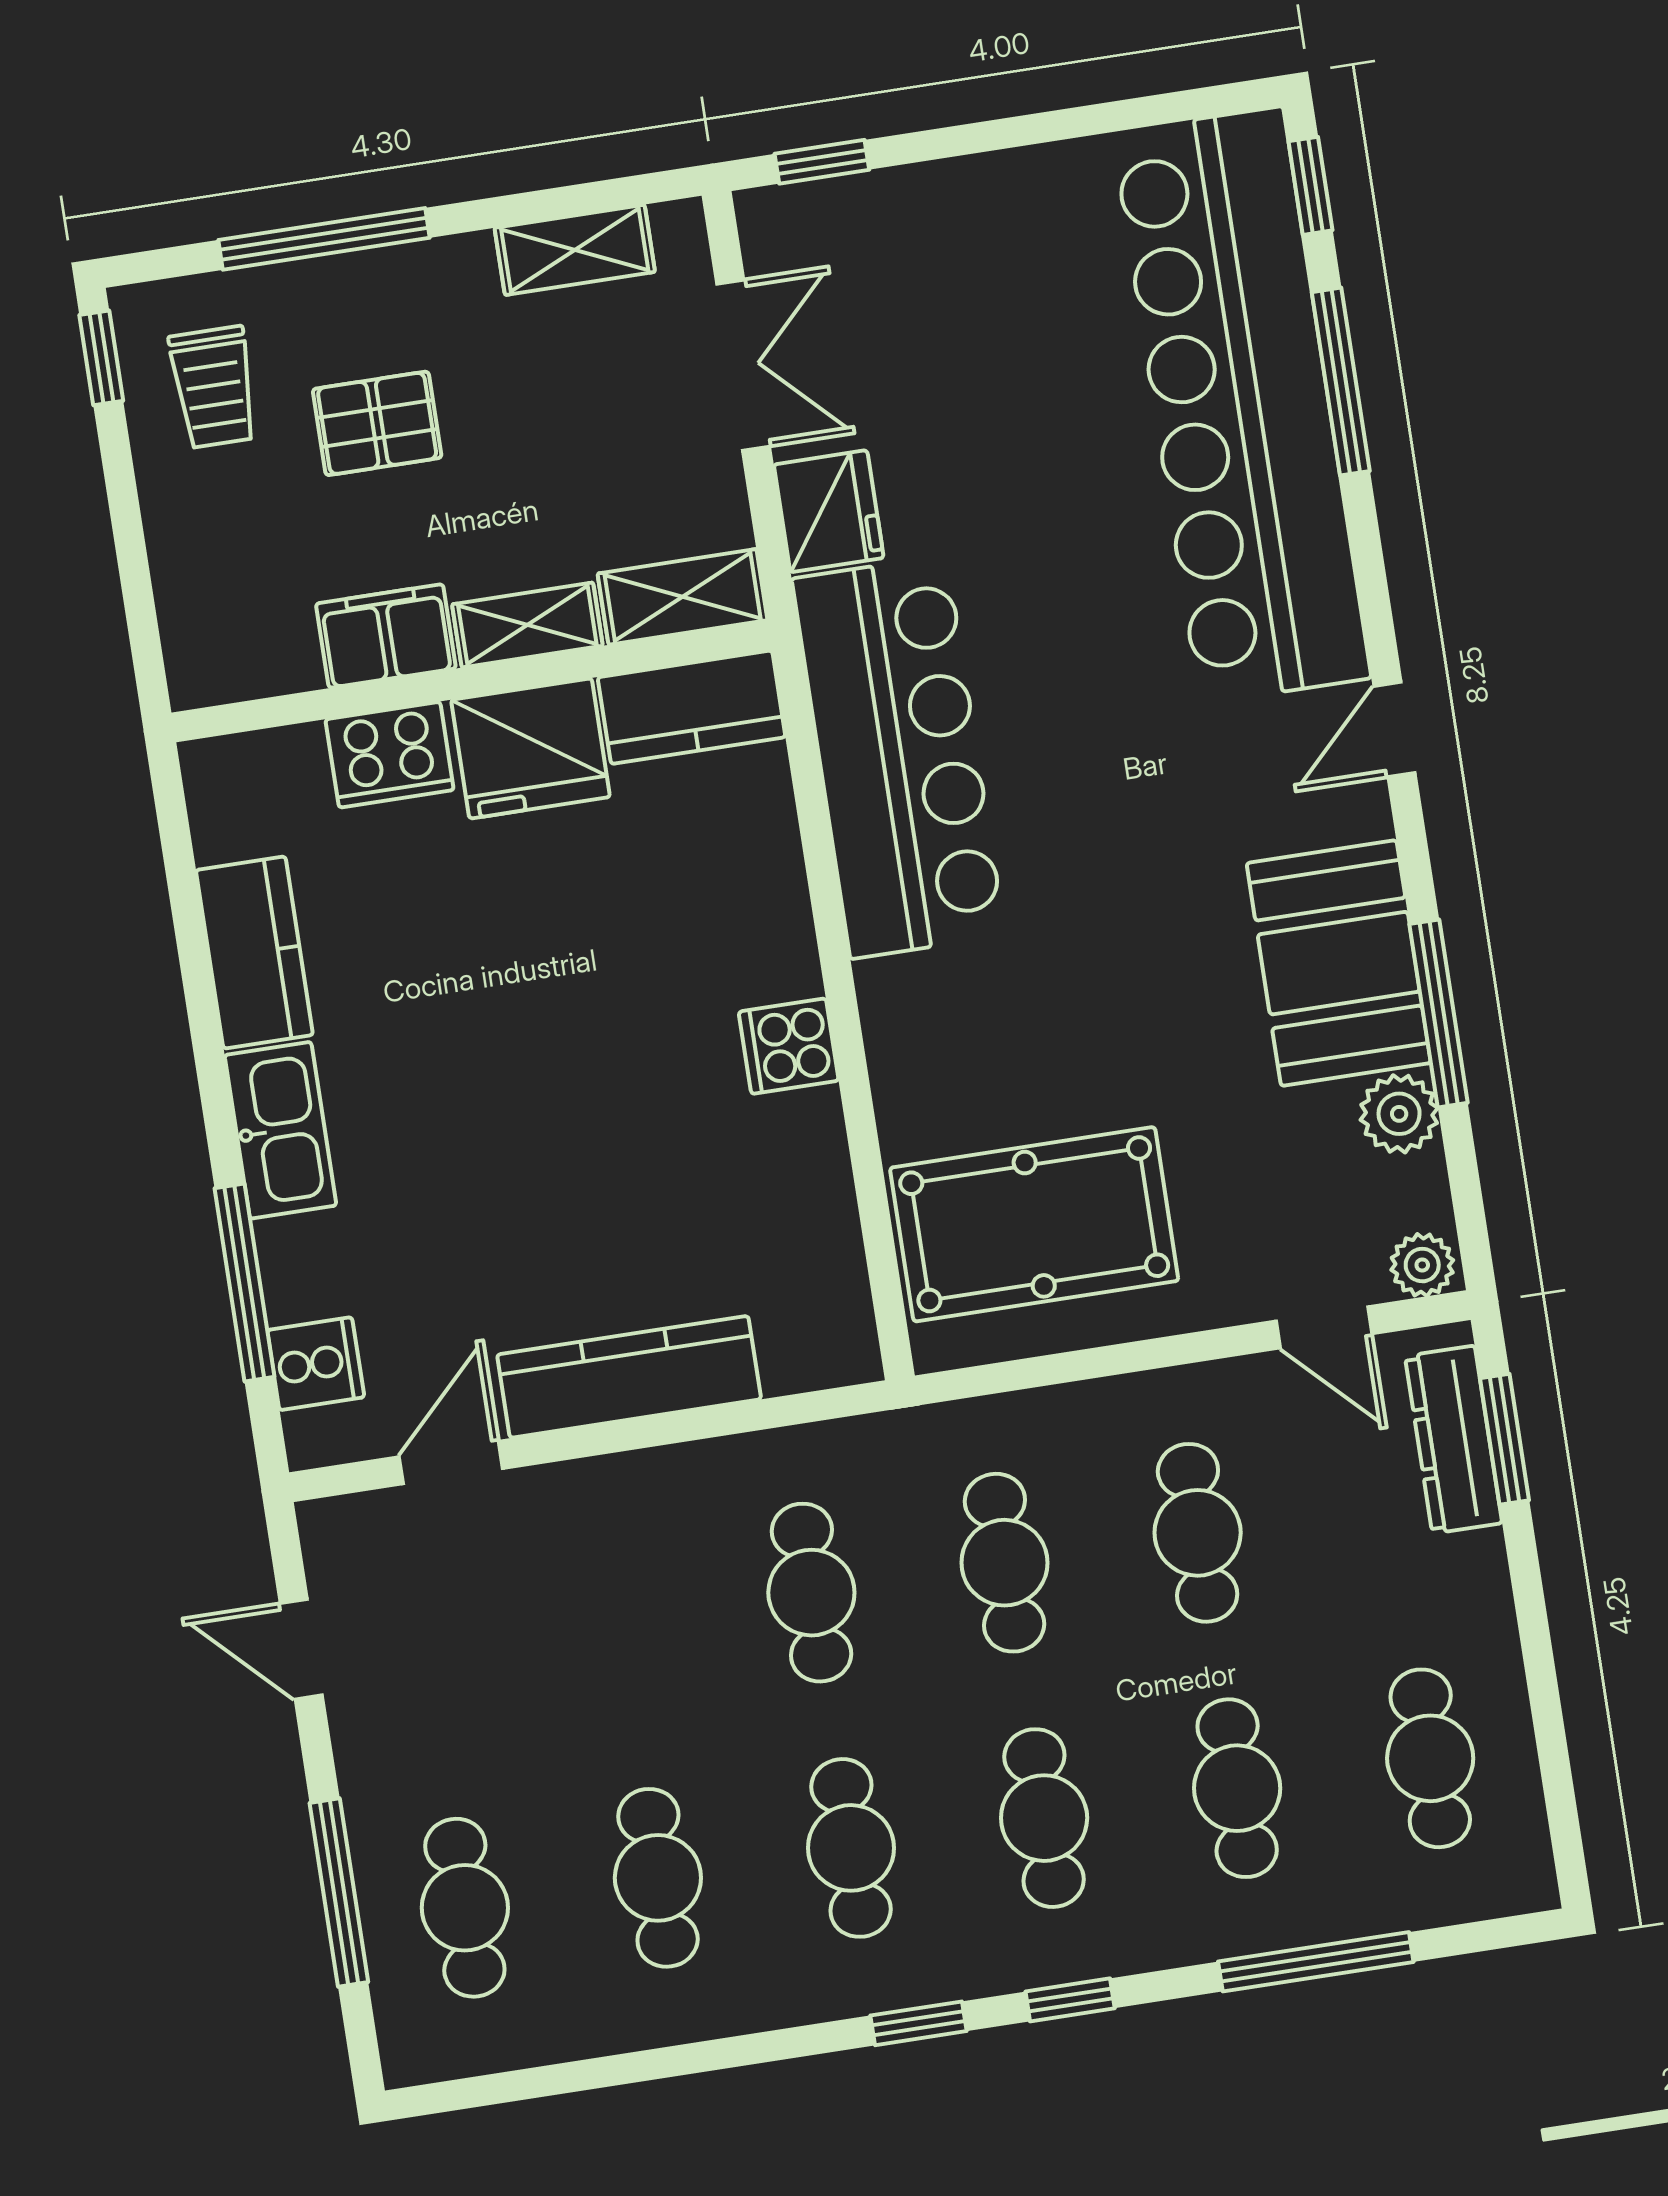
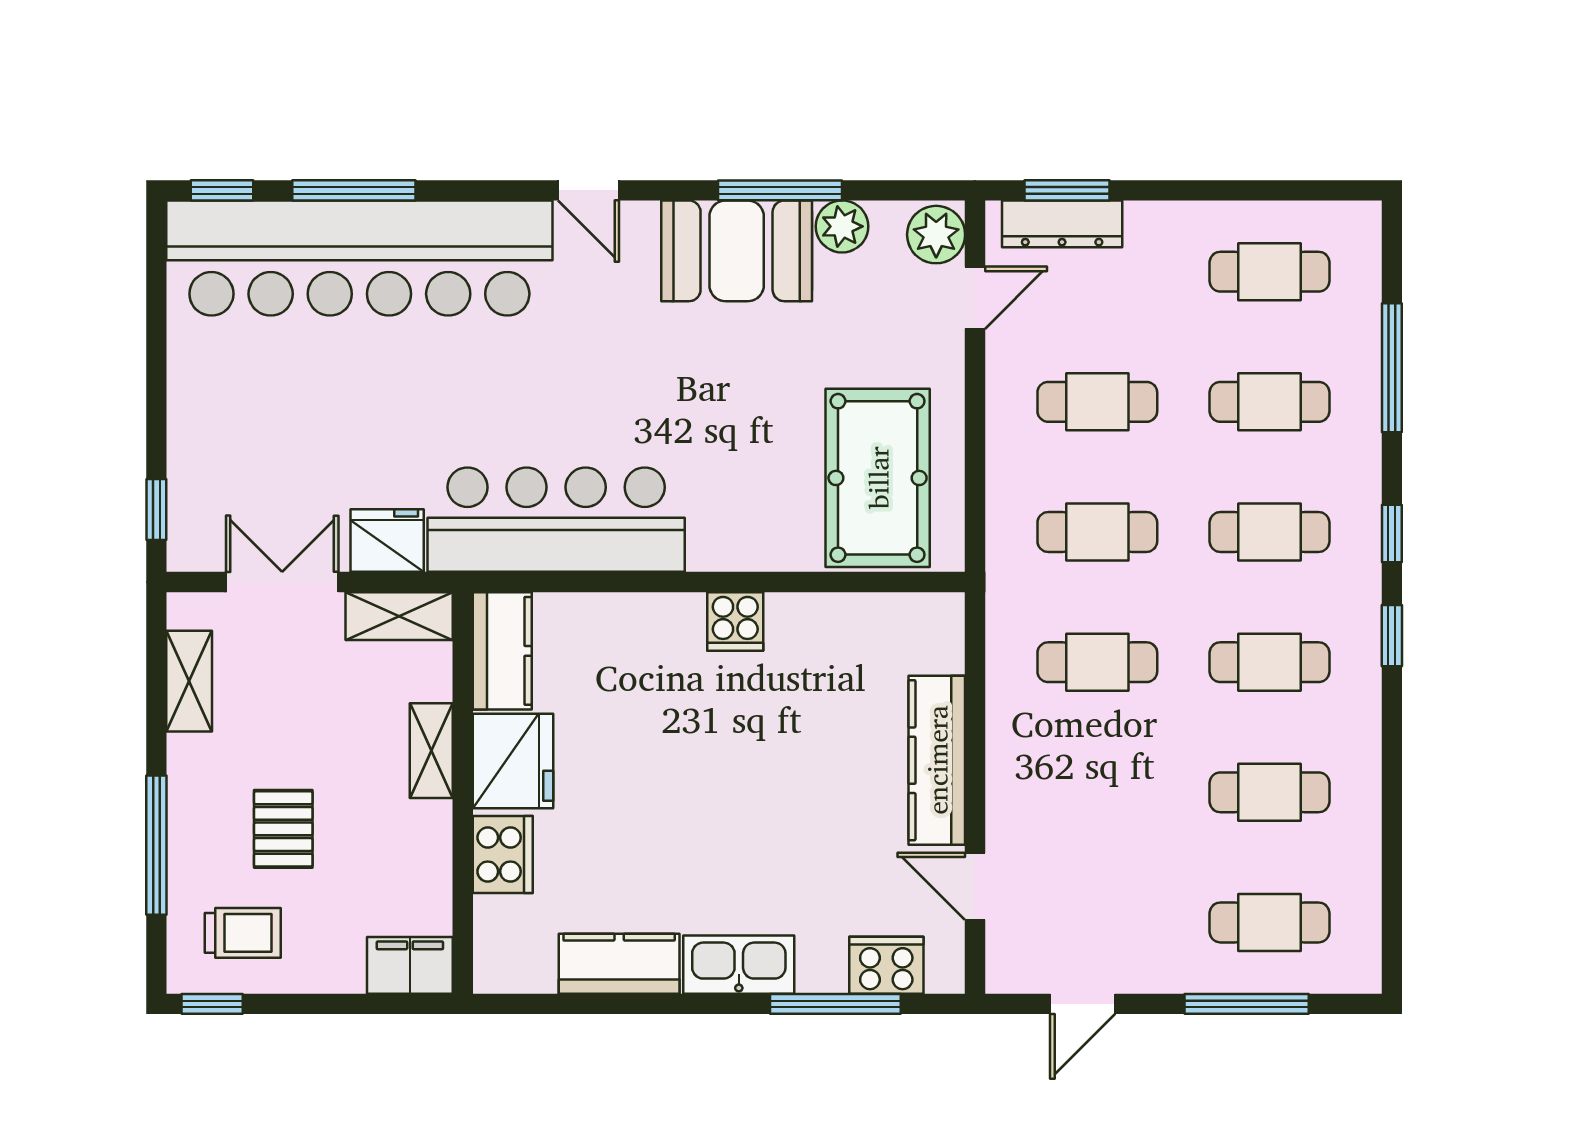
shelving: (683, 597) -> (399, 616), moved, turned 90
filing cabinet: (386, 636) -> (410, 965), moved, turned 90
plant: (1422, 1265) -> (936, 235), width x1.38, depth x1.38
cooker: (316, 1364) -> (886, 965), width x1.36

